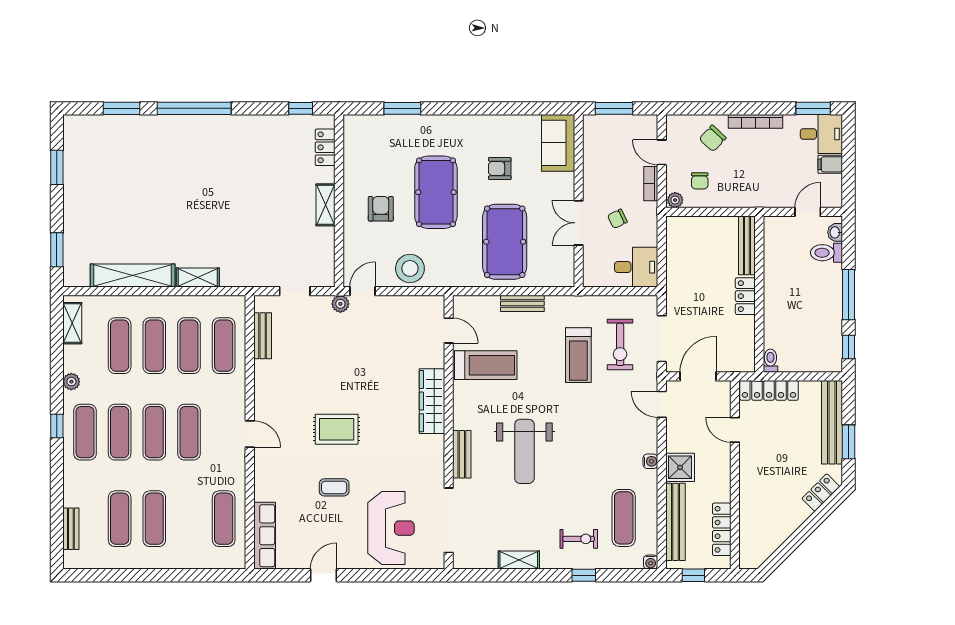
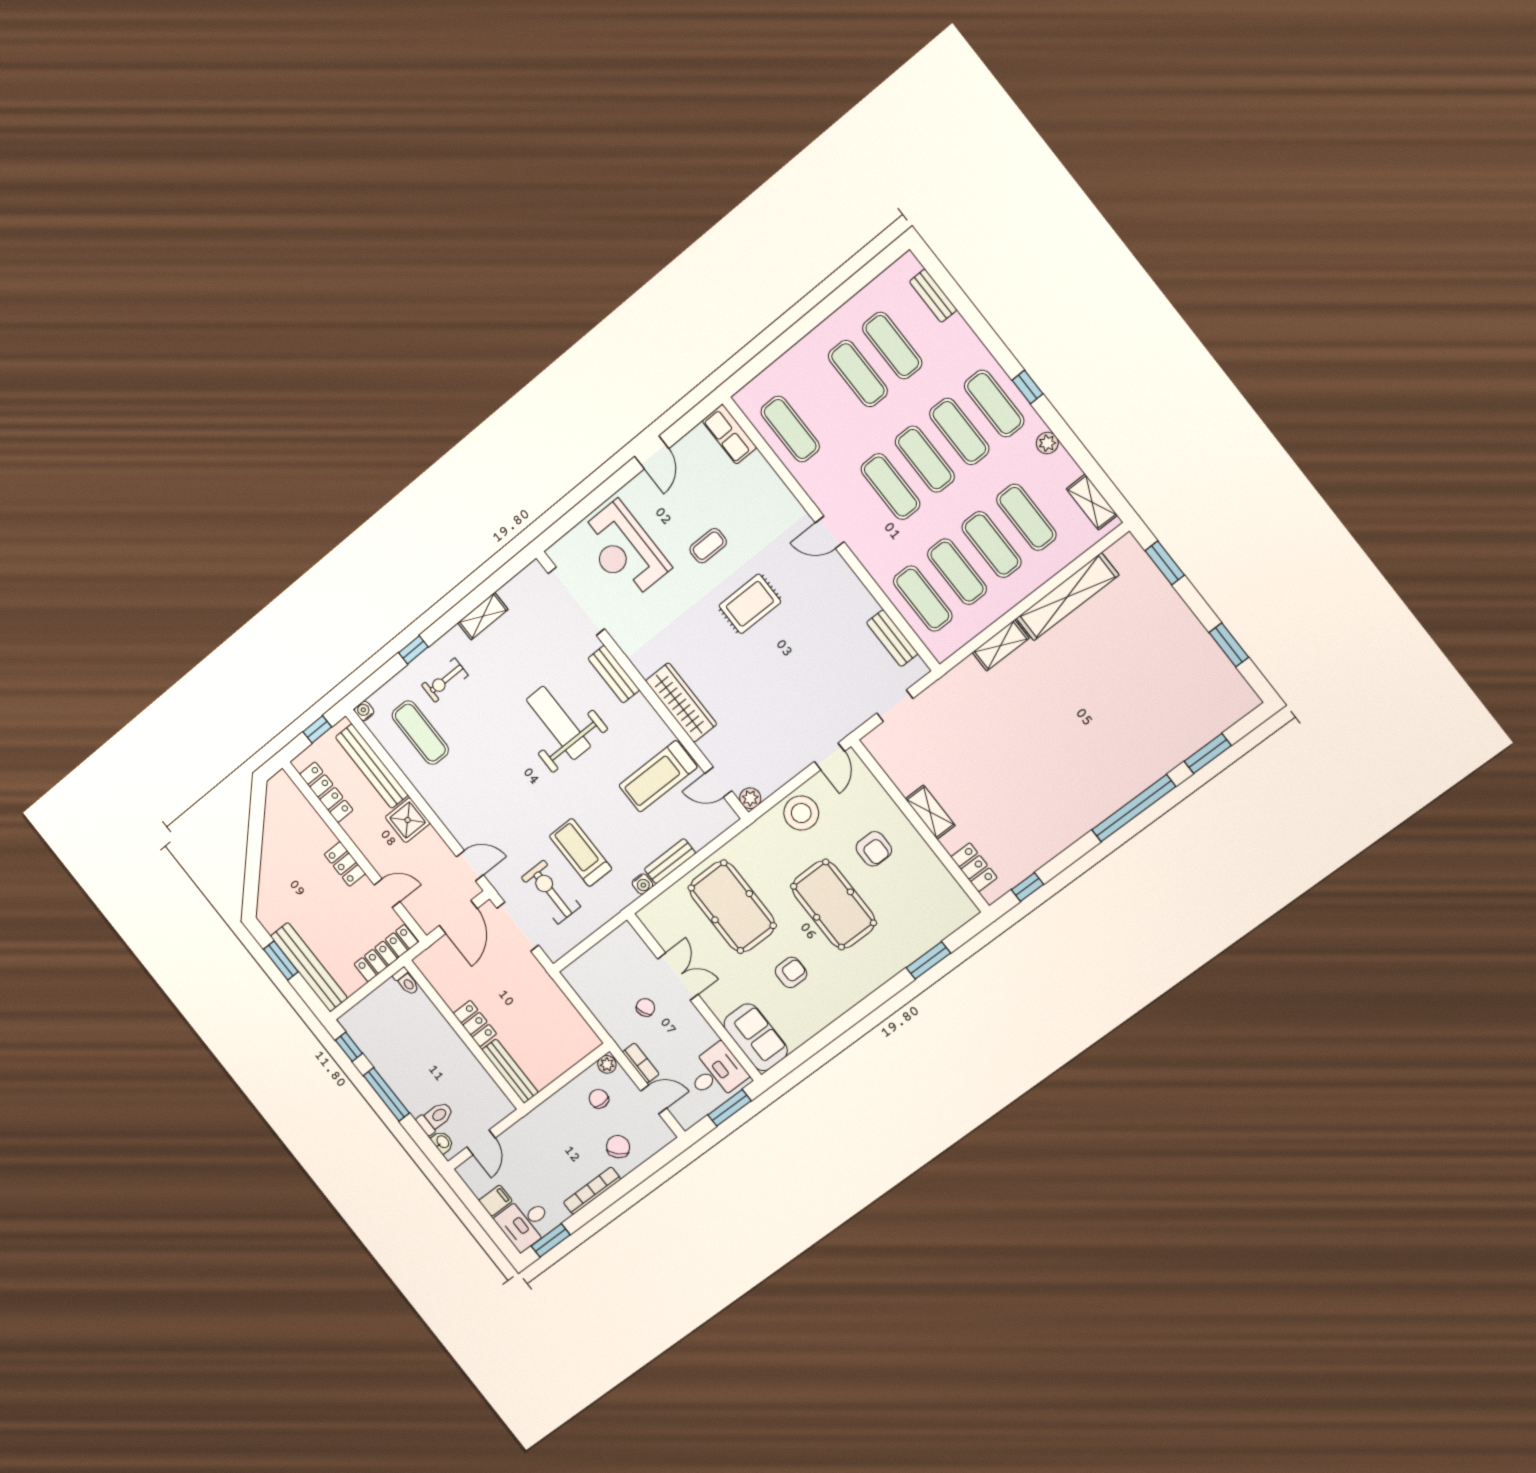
desk: (636, 267) -> (716, 1073), moved, turned 180
plant: (340, 304) -> (750, 798), moved
water cooler: (650, 461) -> (642, 884), moved, turned -90
locker: (821, 493) -> (345, 864), moved, turned 135
row of seats: (265, 536) -> (729, 434), width x0.68

